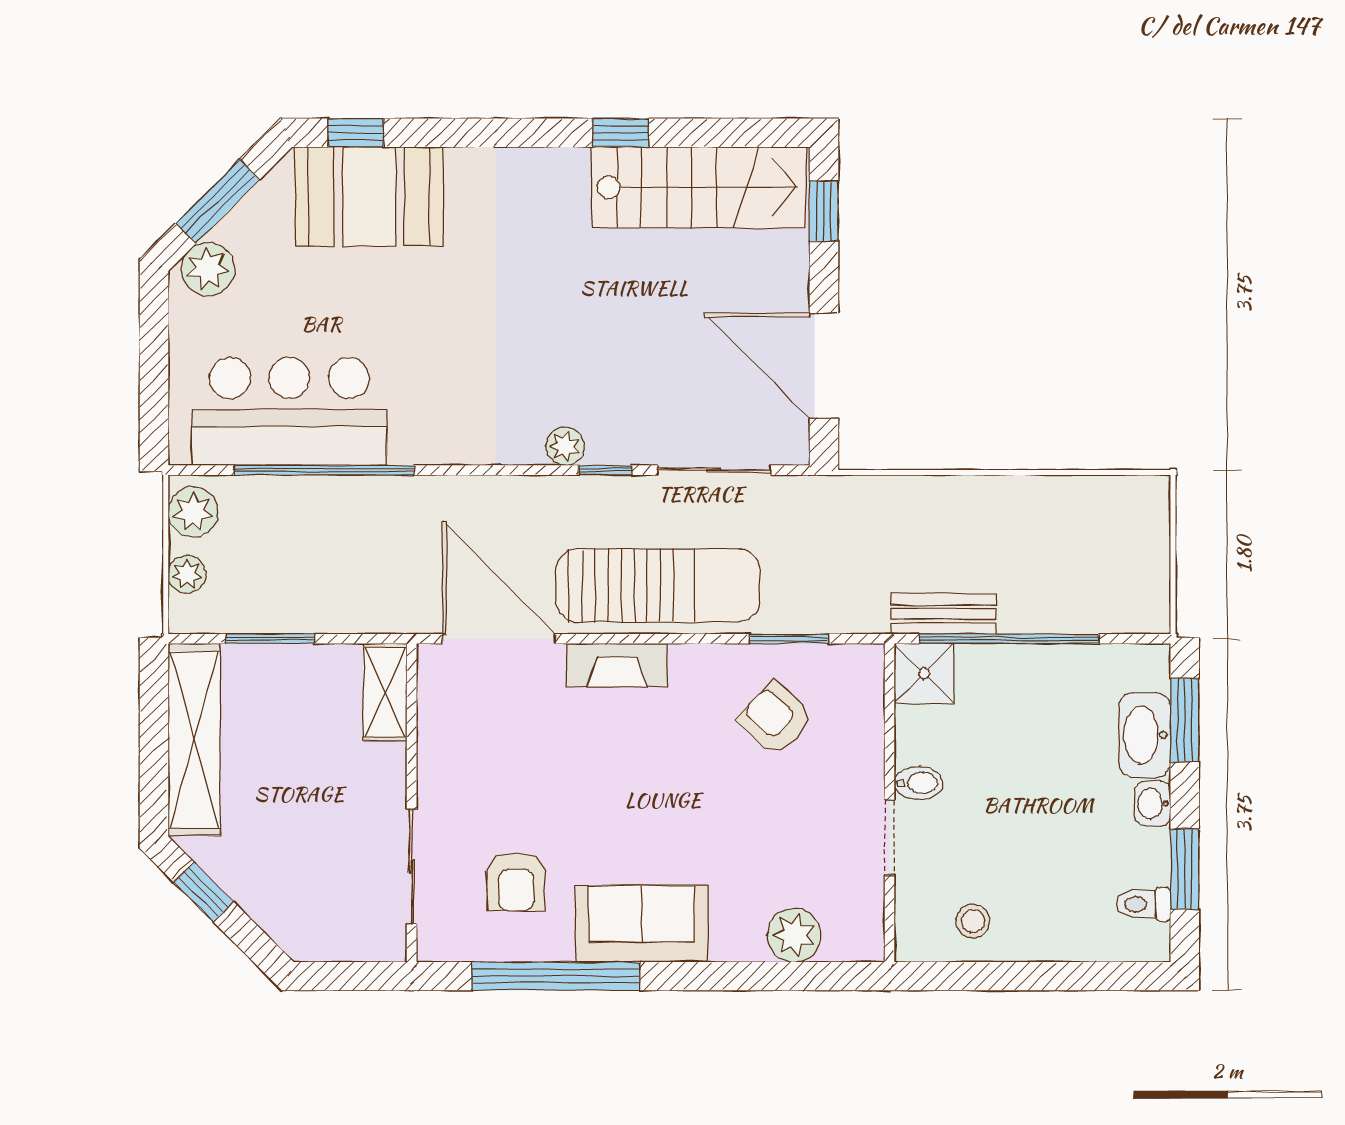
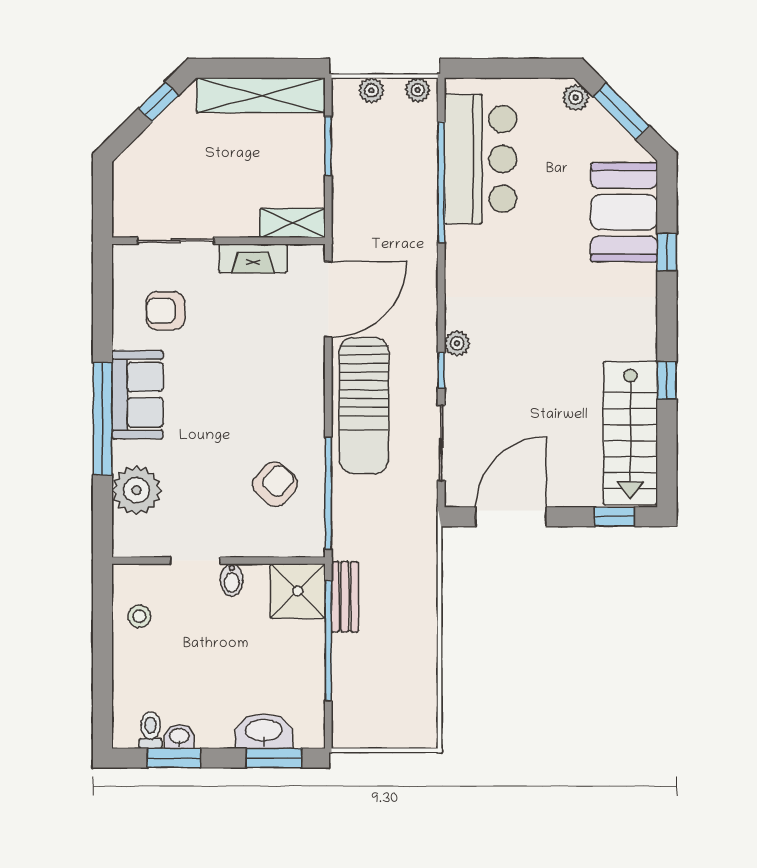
window: (356, 133) -> (667, 252), moved
plant: (208, 269) -> (576, 97), width x0.73, depth x0.73
plant: (193, 512) -> (418, 90), width x0.73, depth x0.73
window: (789, 639) -> (328, 493), width x2.11
fireplace: (617, 665) -> (253, 258), moved, turned -90
shower: (924, 673) -> (298, 591), width x1.36, depth x1.36
washbasin: (1153, 804) -> (179, 737), moved
plant: (794, 935) -> (136, 490), width x1.36, depth x1.36
window: (556, 976) -> (103, 419), moved

